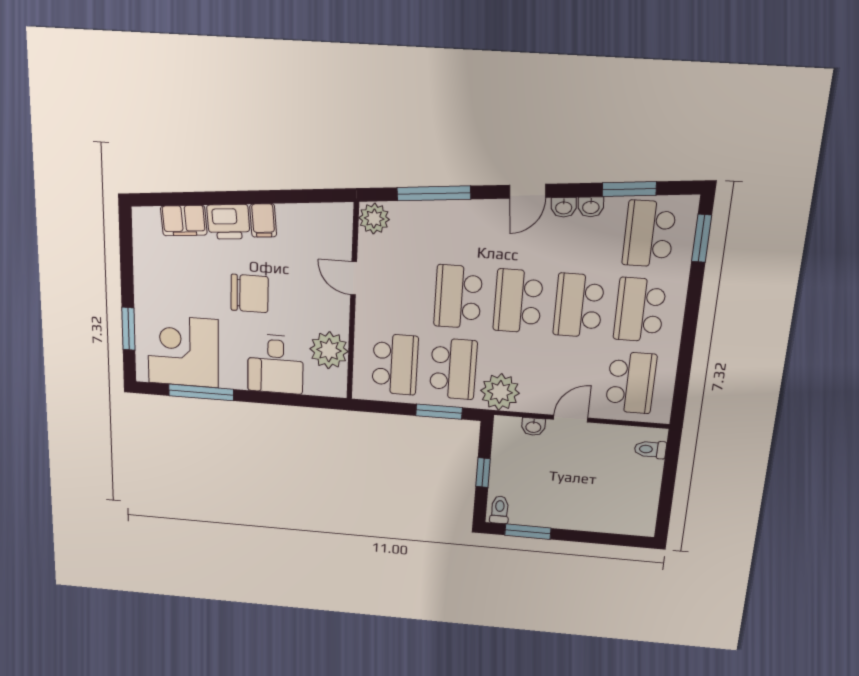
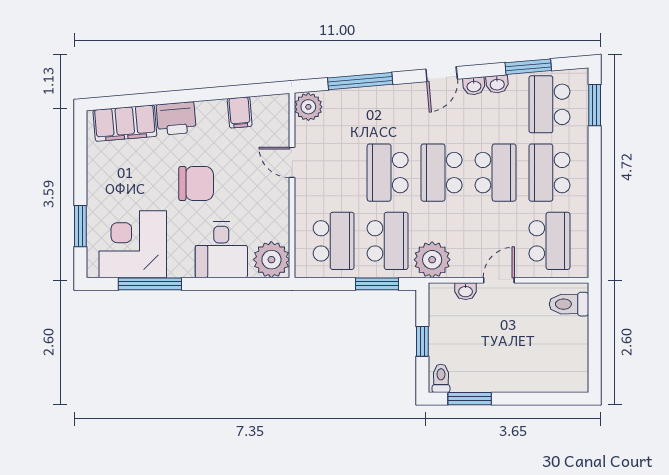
filing cabinet: (263, 220) -> (240, 112), moved
filing cabinet: (184, 221) -> (125, 123), width x1.50, depth x1.17
school desk: (579, 305) -> (495, 173), turned 180
plant: (329, 350) -> (271, 260), moved
toilet: (650, 449) -> (569, 304), width x1.37, depth x1.39

